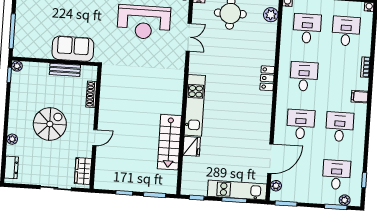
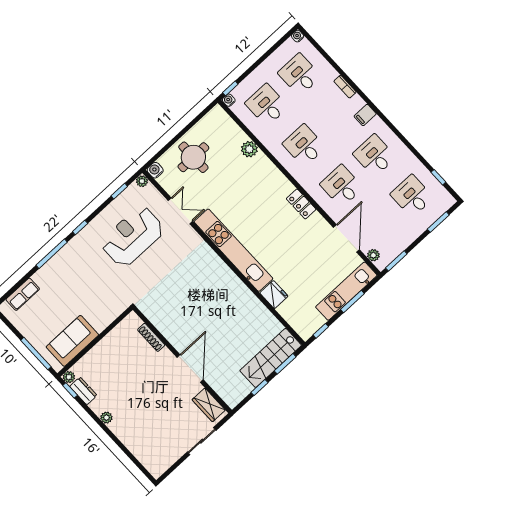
plant: (271, 15) -> (249, 149), moved
reception desk: (144, 22) -> (132, 236), turned 180
sofa: (73, 49) -> (72, 341), moved
bench: (65, 70) -> (110, 340), removed
locker: (267, 78) -> (301, 204), moved
kitchen unit: (195, 105) -> (233, 250), width x1.36
spiral stairs: (50, 124) -> (143, 395), removed
door: (95, 138) -> (190, 369), width x1.88
plant: (12, 139) -> (106, 418), moved
stairs: (169, 142) -> (271, 358), moved, turned 90
dresser: (11, 167) -> (83, 391), moved
plant: (345, 200) -> (440, 209), removed

